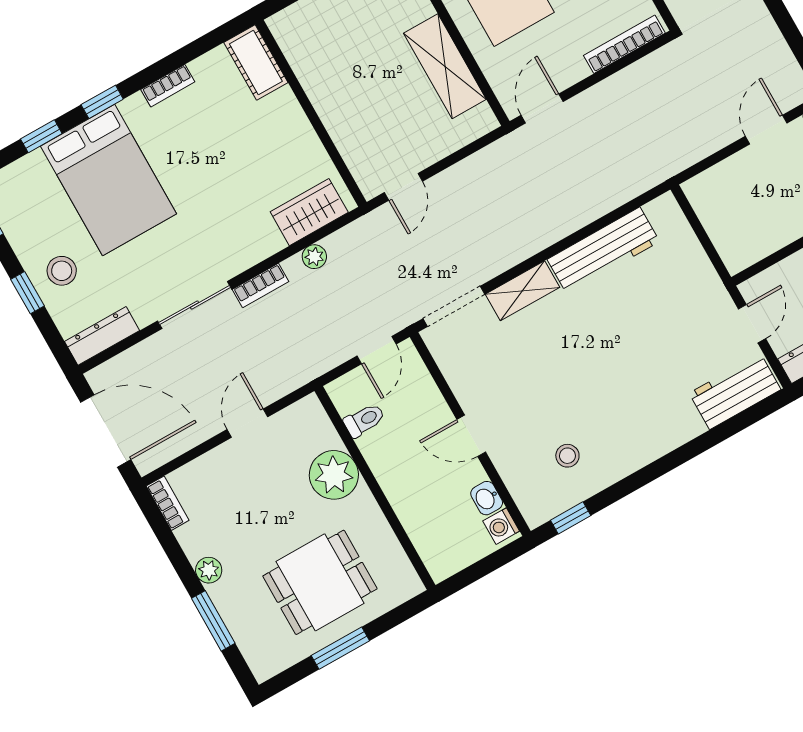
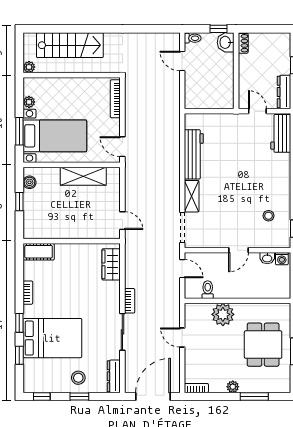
plant: (314, 257) -> (130, 272), removed

